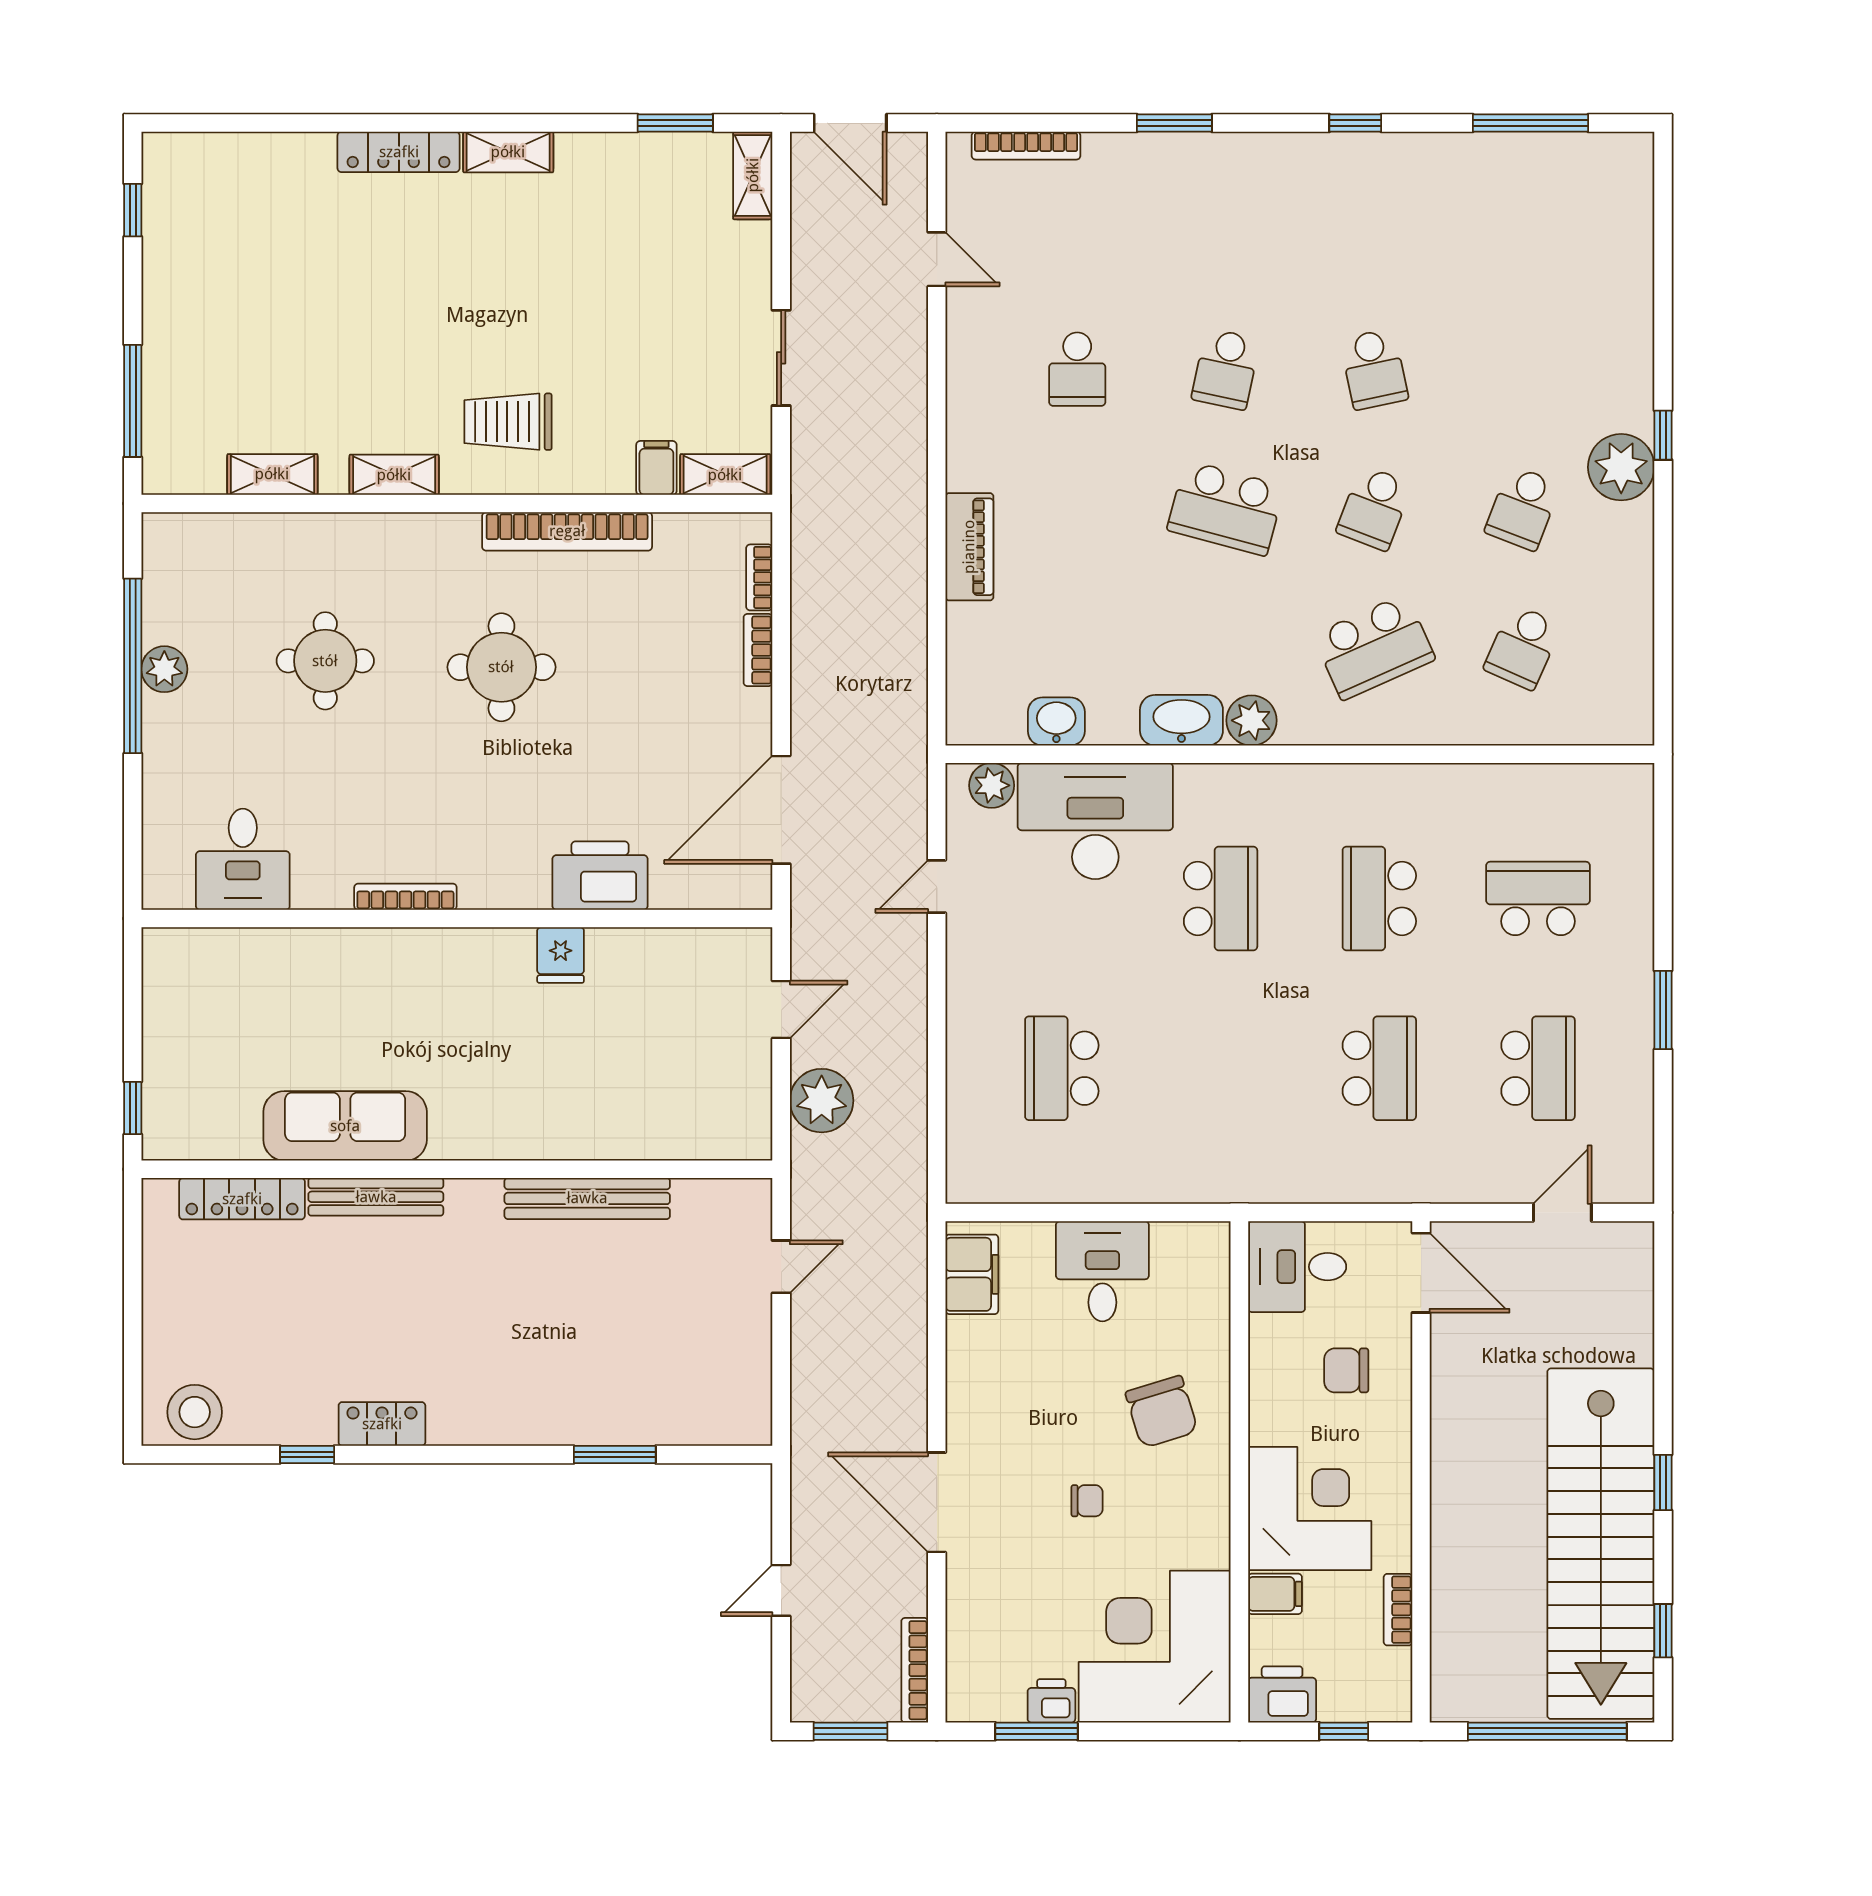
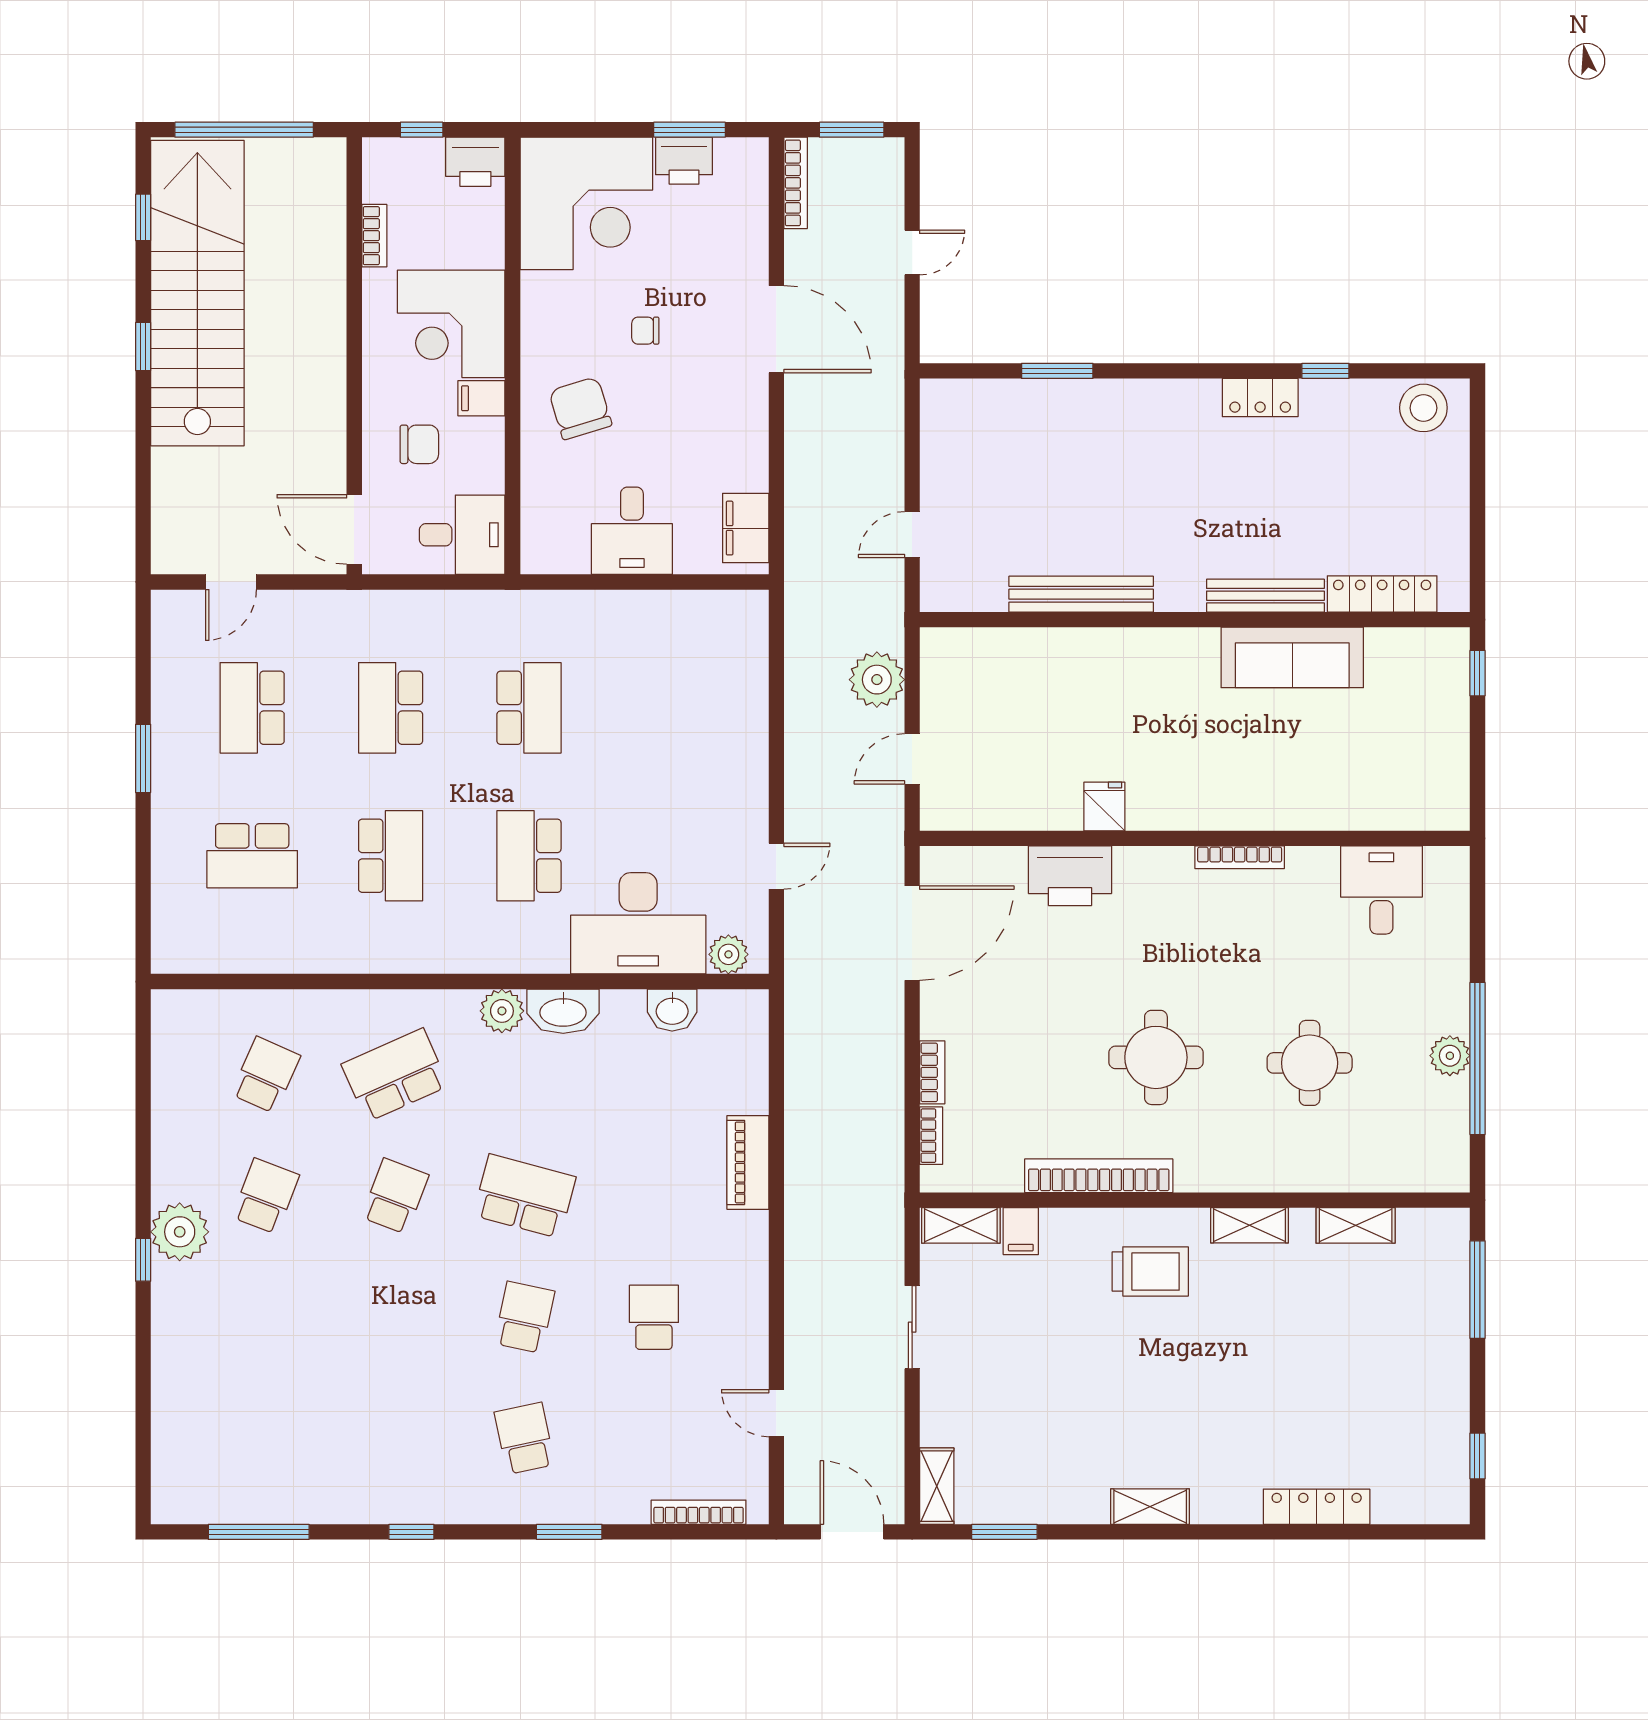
locker: (399, 152) -> (1317, 1507), moved
school desk: (1374, 369) -> (524, 1438), moved
school desk: (1062, 1068) -> (529, 708), moved
filing cabinet: (1275, 1594) -> (481, 398), moved
printer: (1051, 1701) -> (684, 161), width x1.36, depth x1.24

